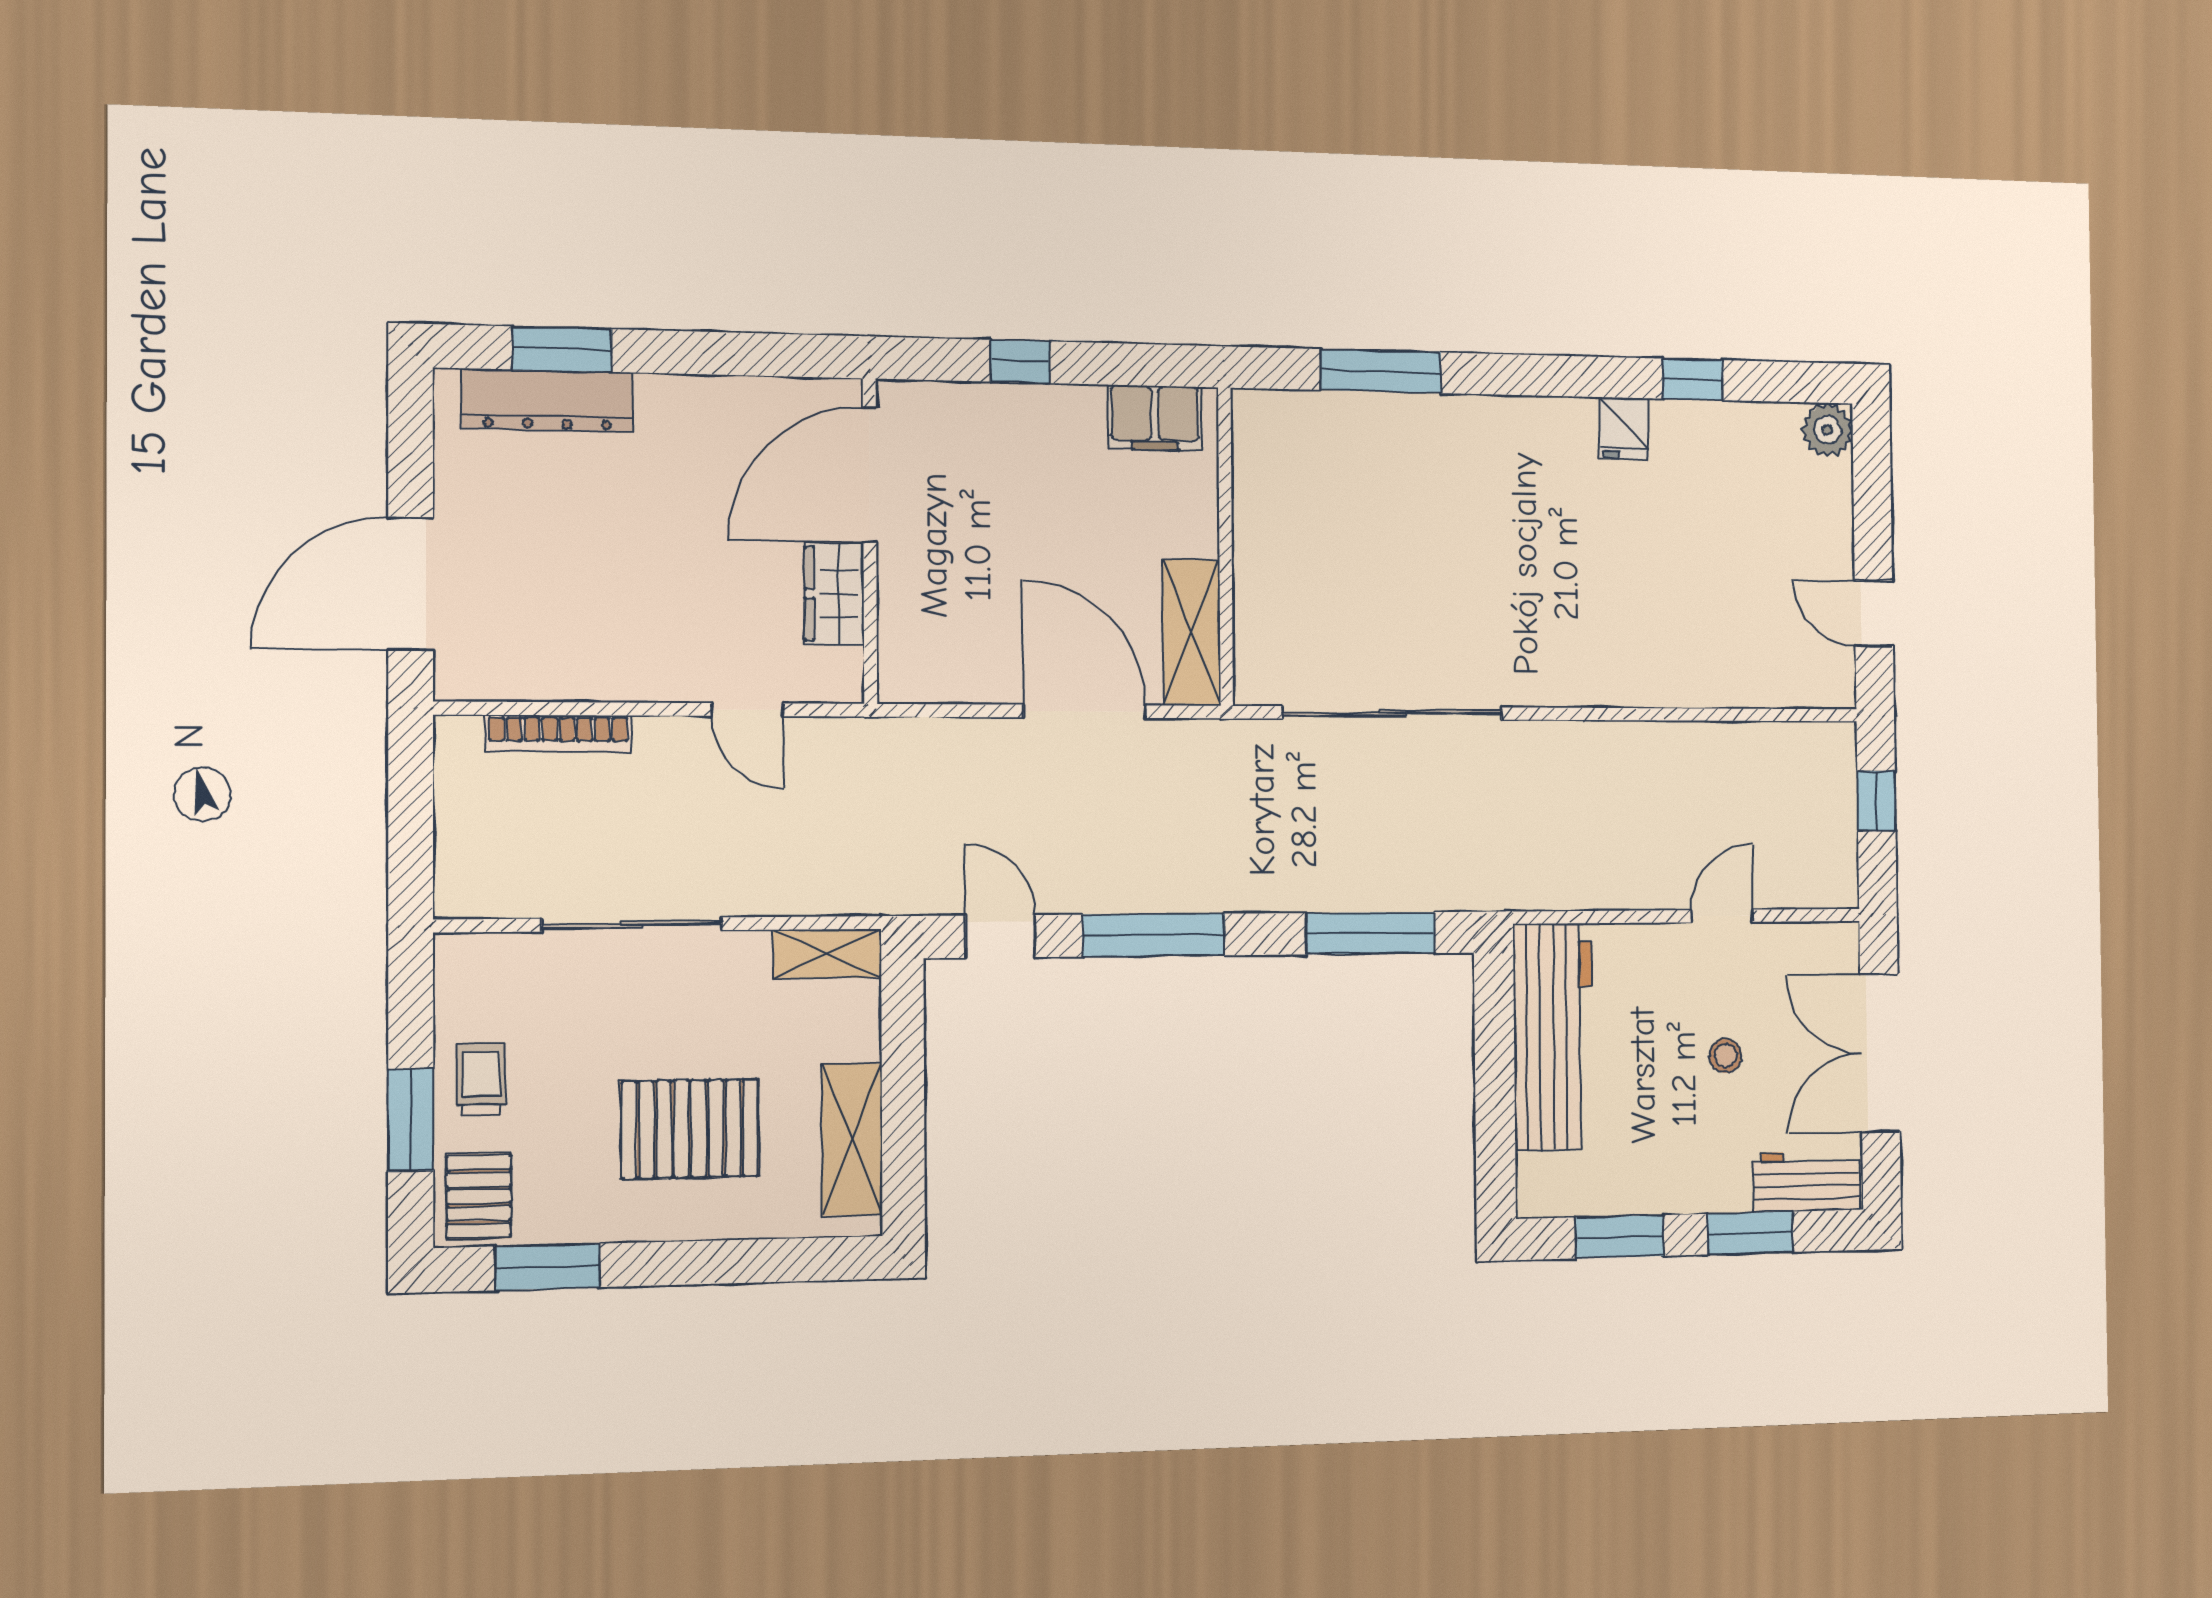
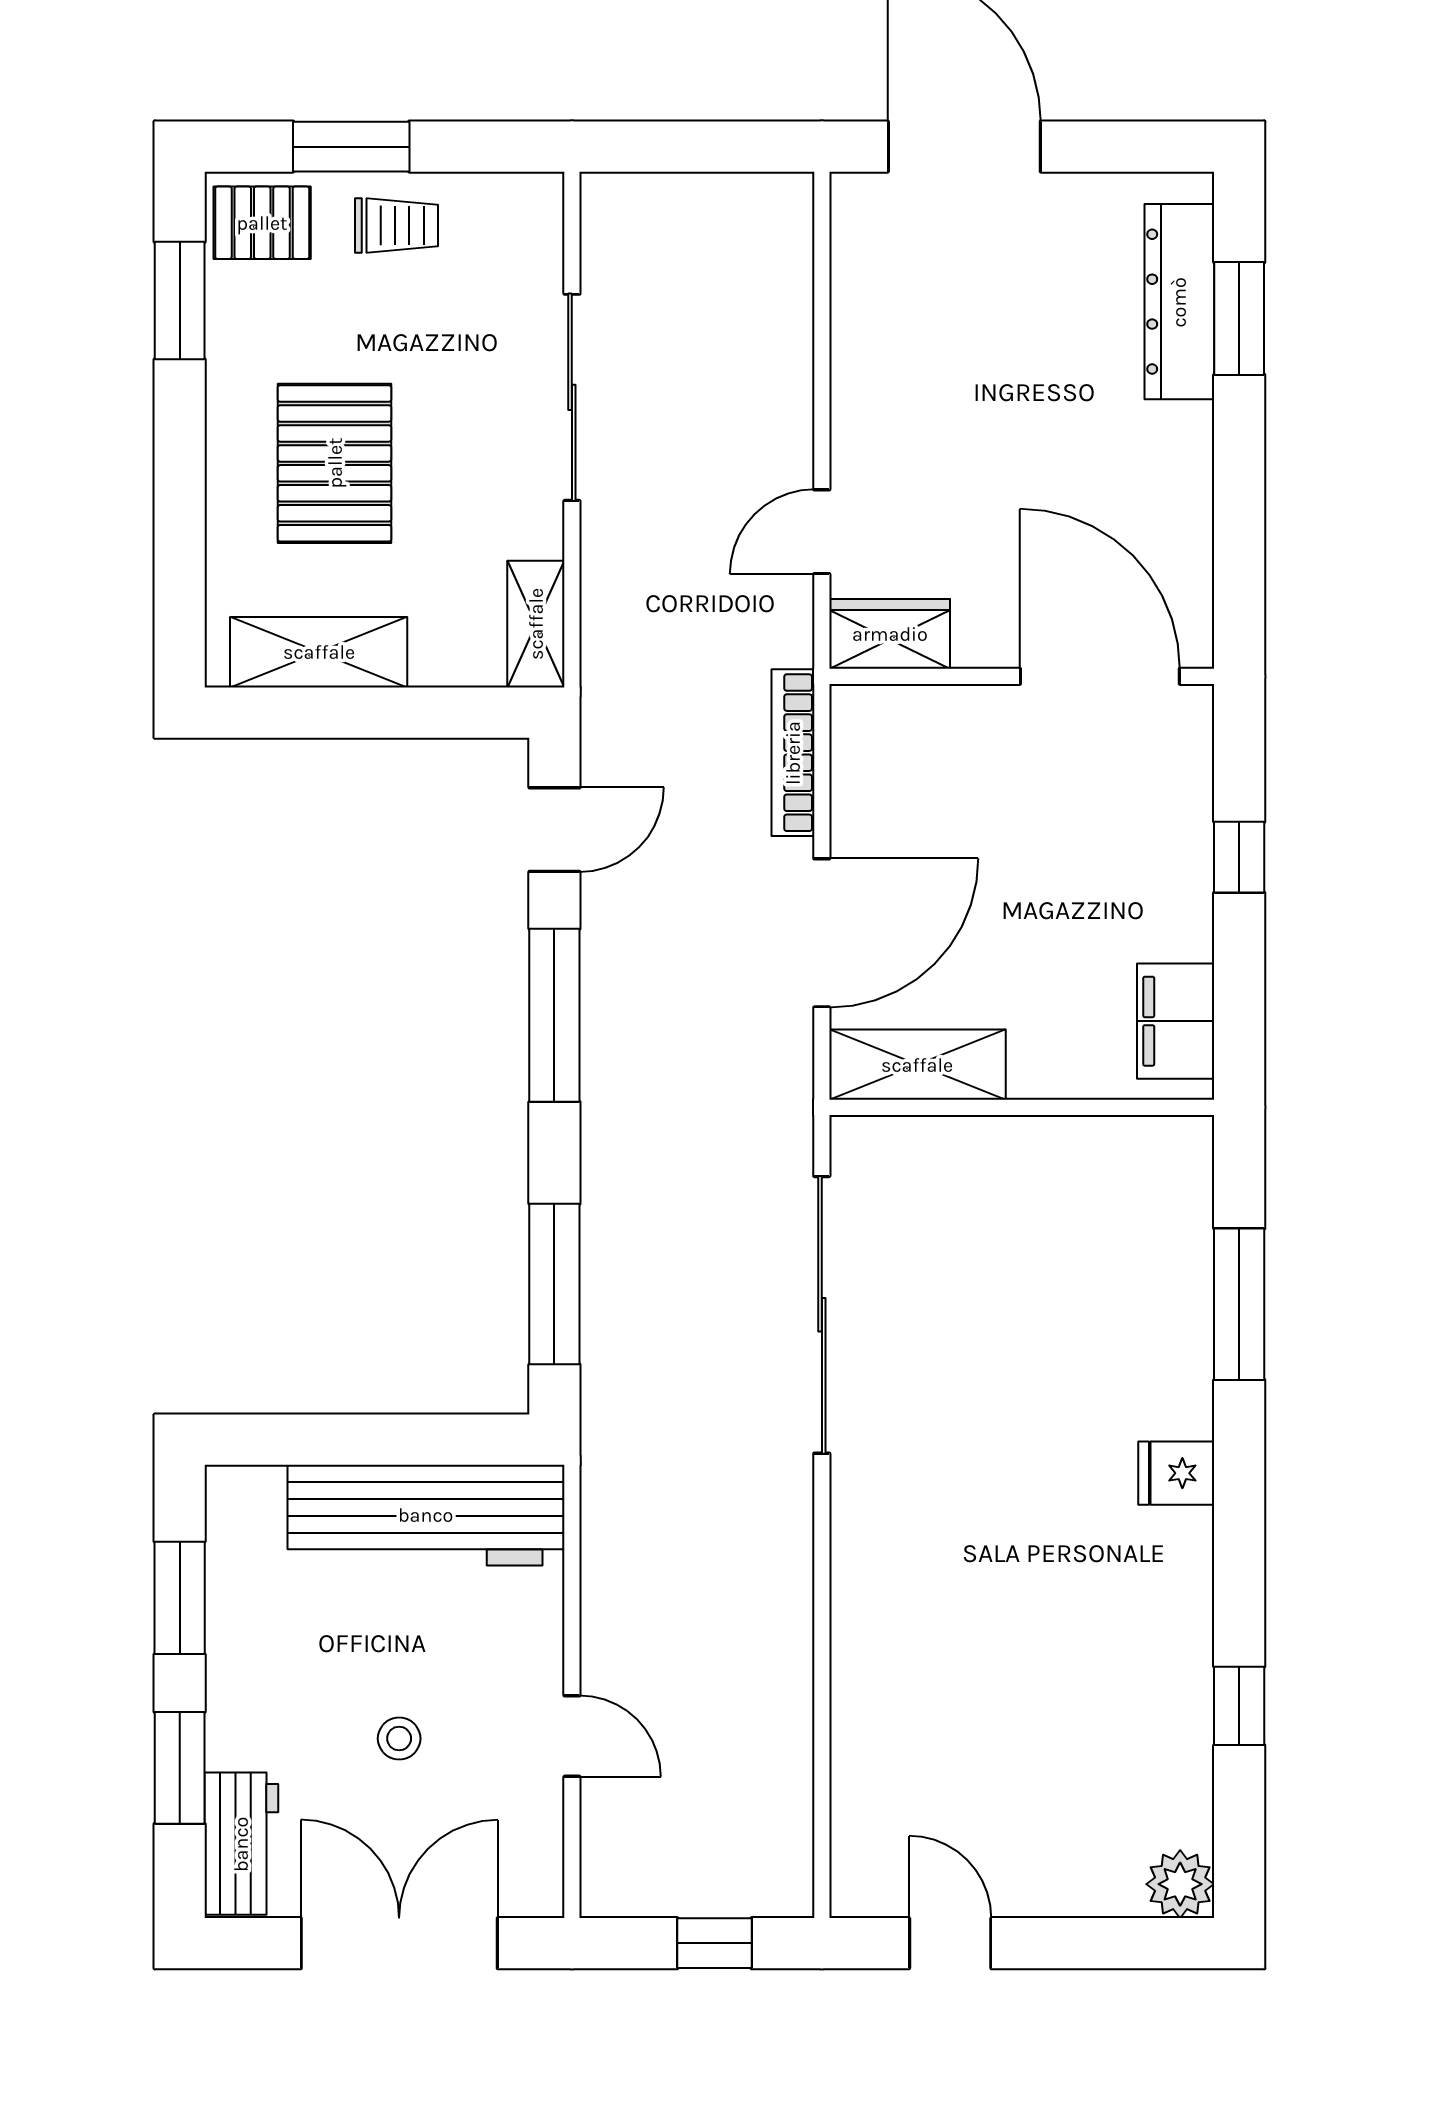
fridge: (1624, 428) -> (1176, 1473), moved
wardrobe: (834, 594) -> (890, 634), moved
door: (1874, 613) -> (950, 1943), hinge flipped
bookcase: (558, 734) -> (793, 753), moved

